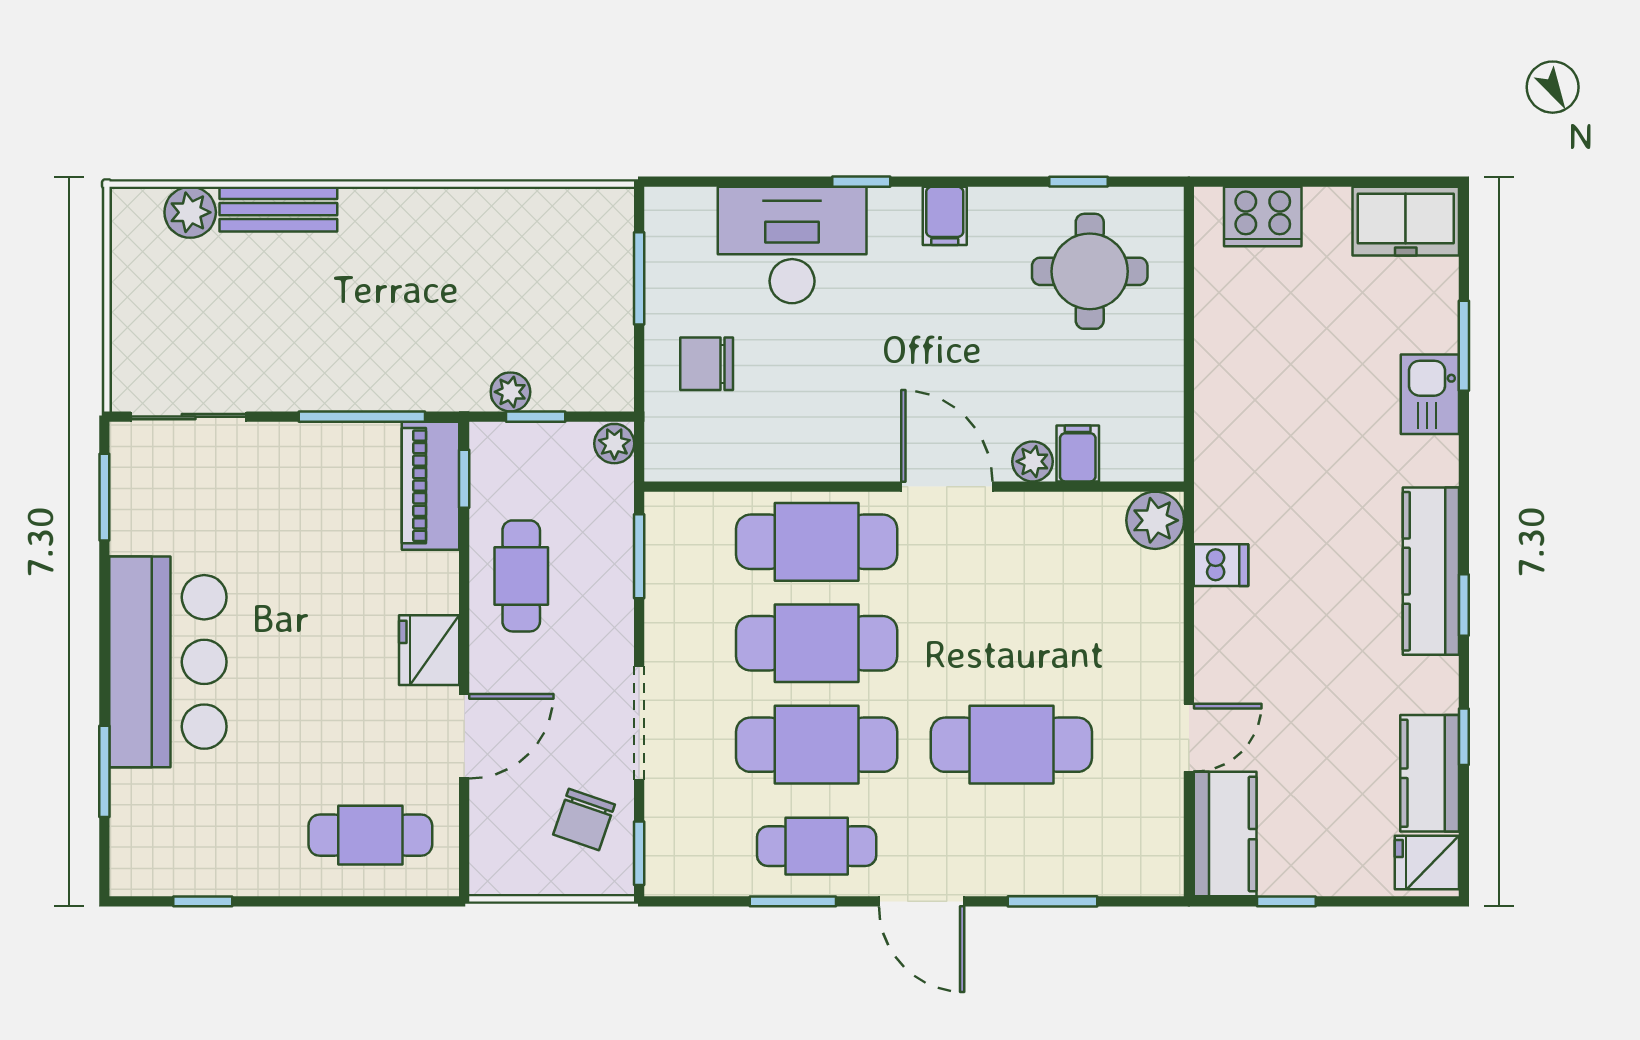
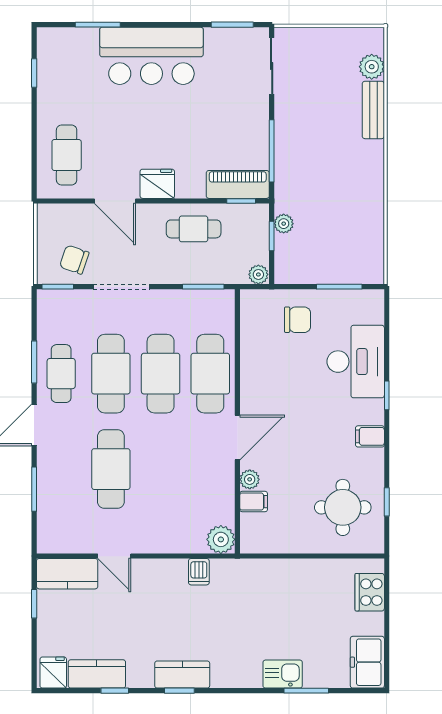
chair: (707, 364) -> (297, 320), turned 90
kitchen counter: (1431, 571) -> (182, 675), width x0.67

